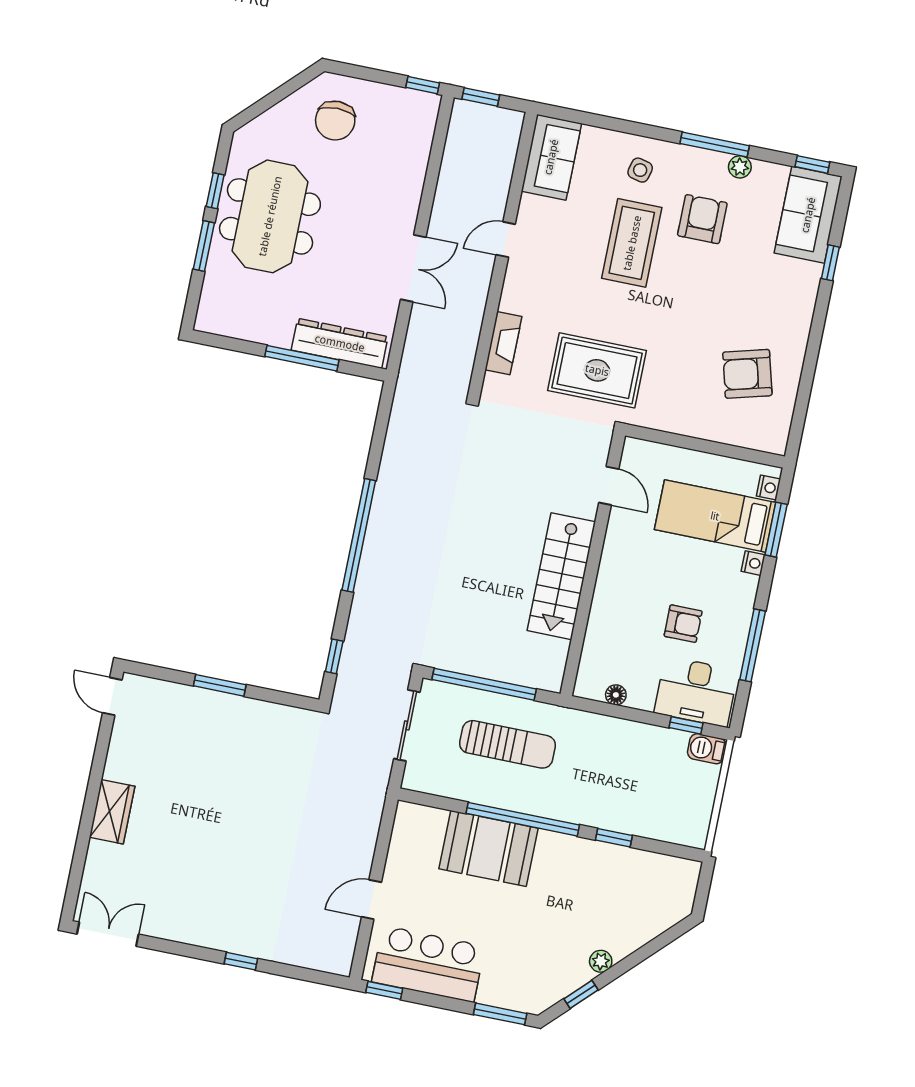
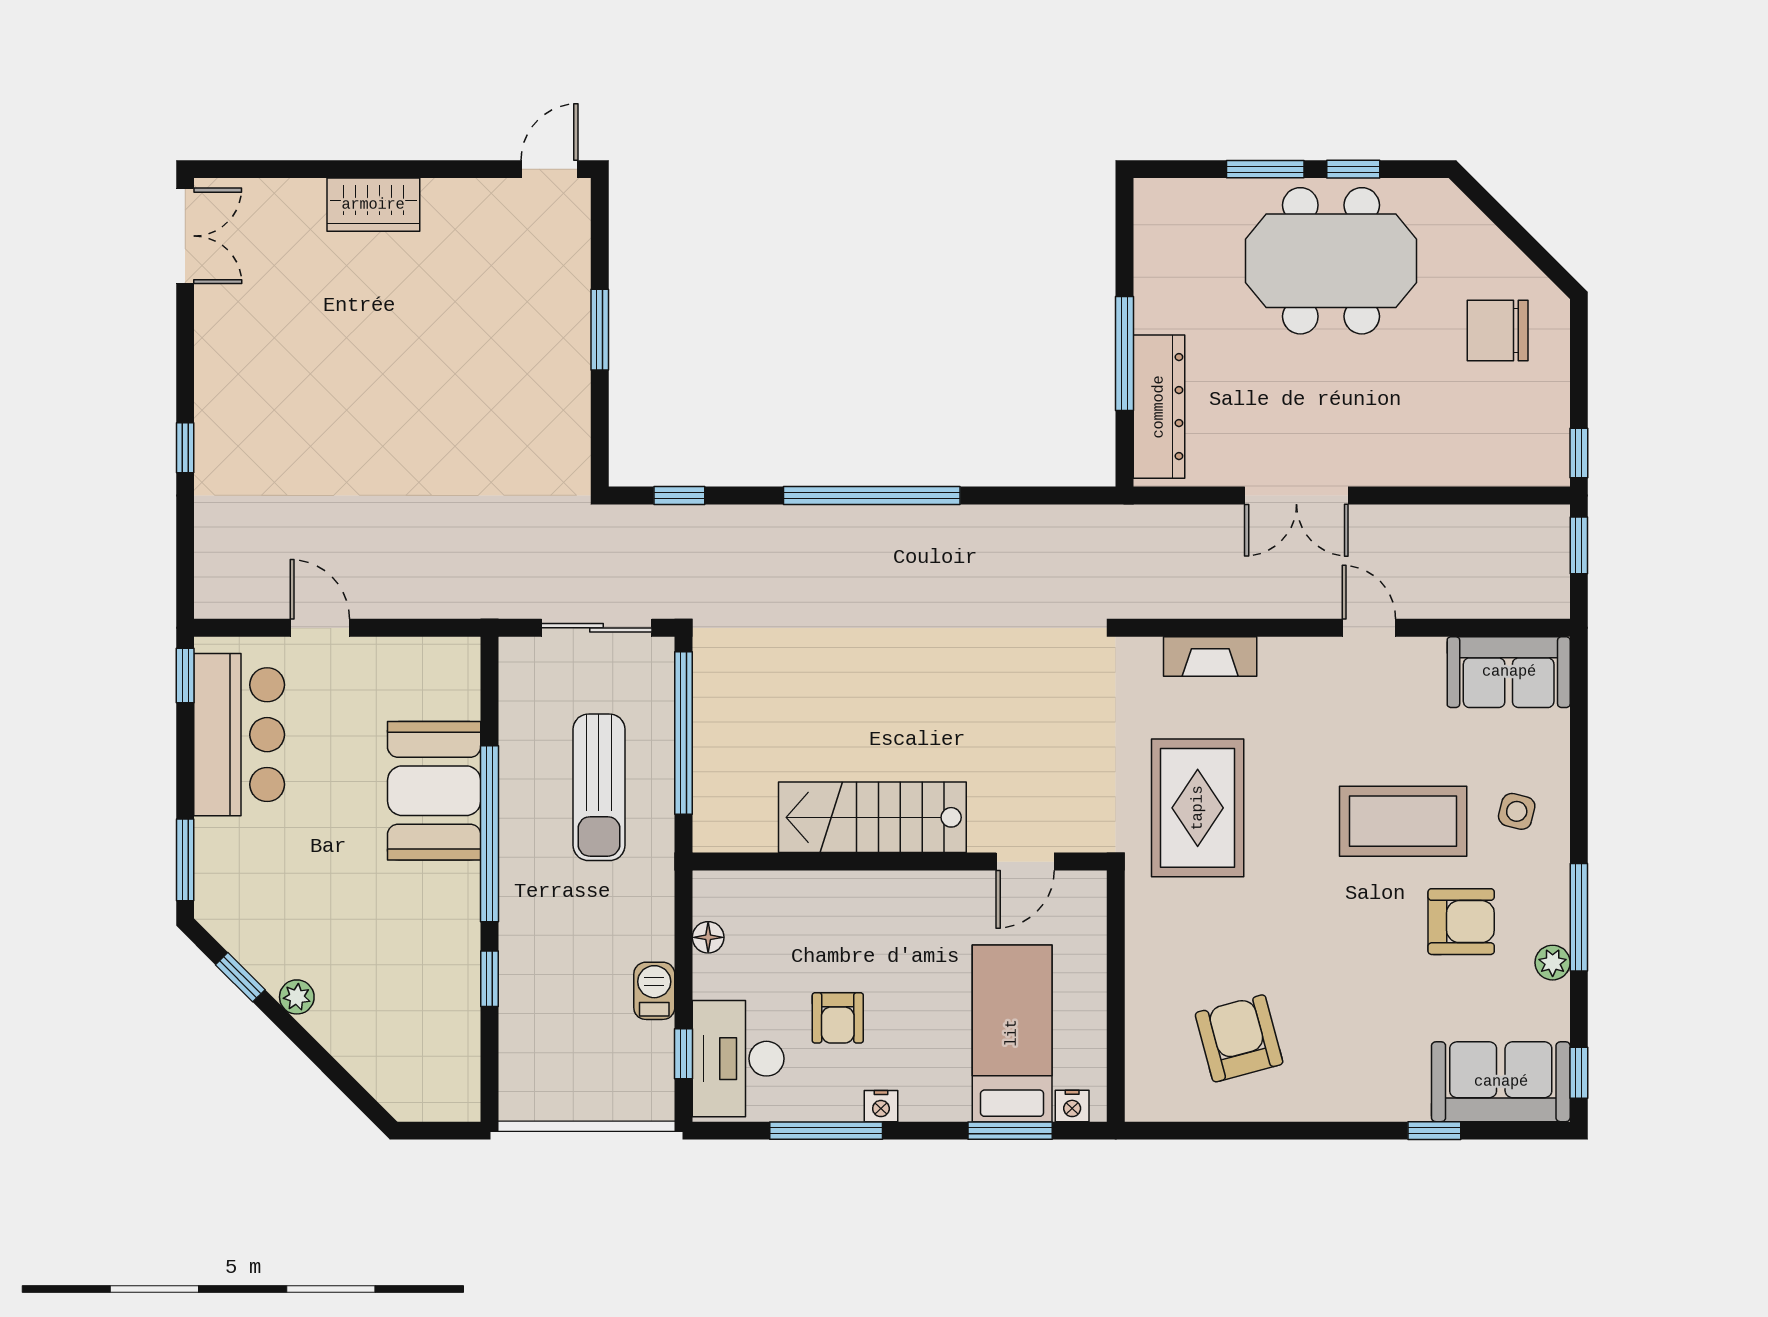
nightstand: (753, 563) -> (881, 1106), moved
barbecue: (707, 749) -> (654, 991), moved

